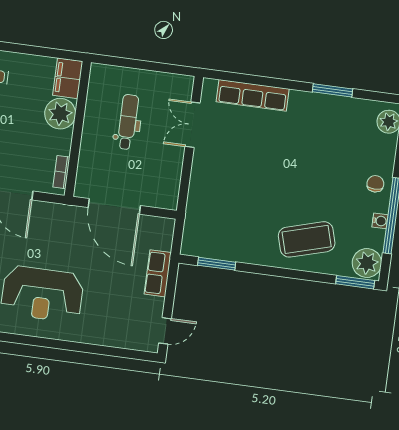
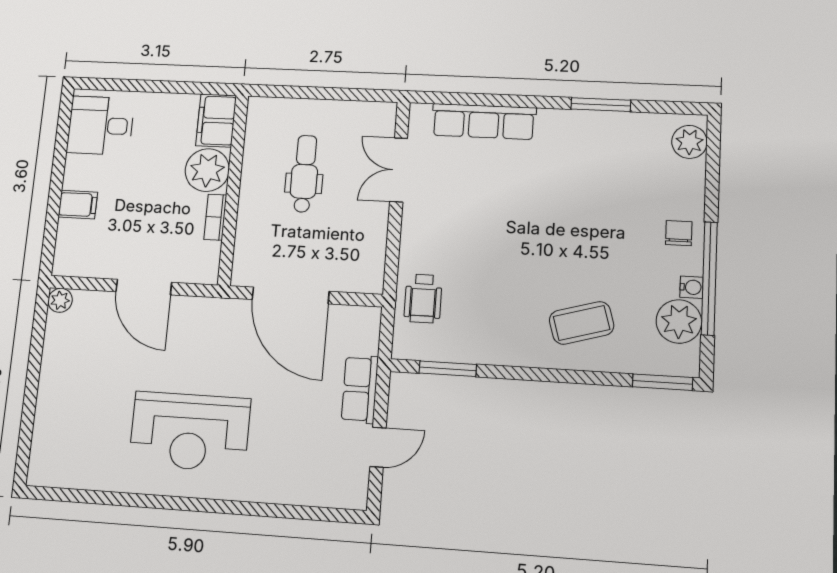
bookcase: (61, 172) -> (215, 217), moved
wheelchair: (203, 215) -> (423, 298), added
coffee table: (307, 239) -> (582, 323), width x0.73, depth x0.76
plant: (367, 263) -> (679, 322), moved
door: (165, 331) -> (378, 447), moved

